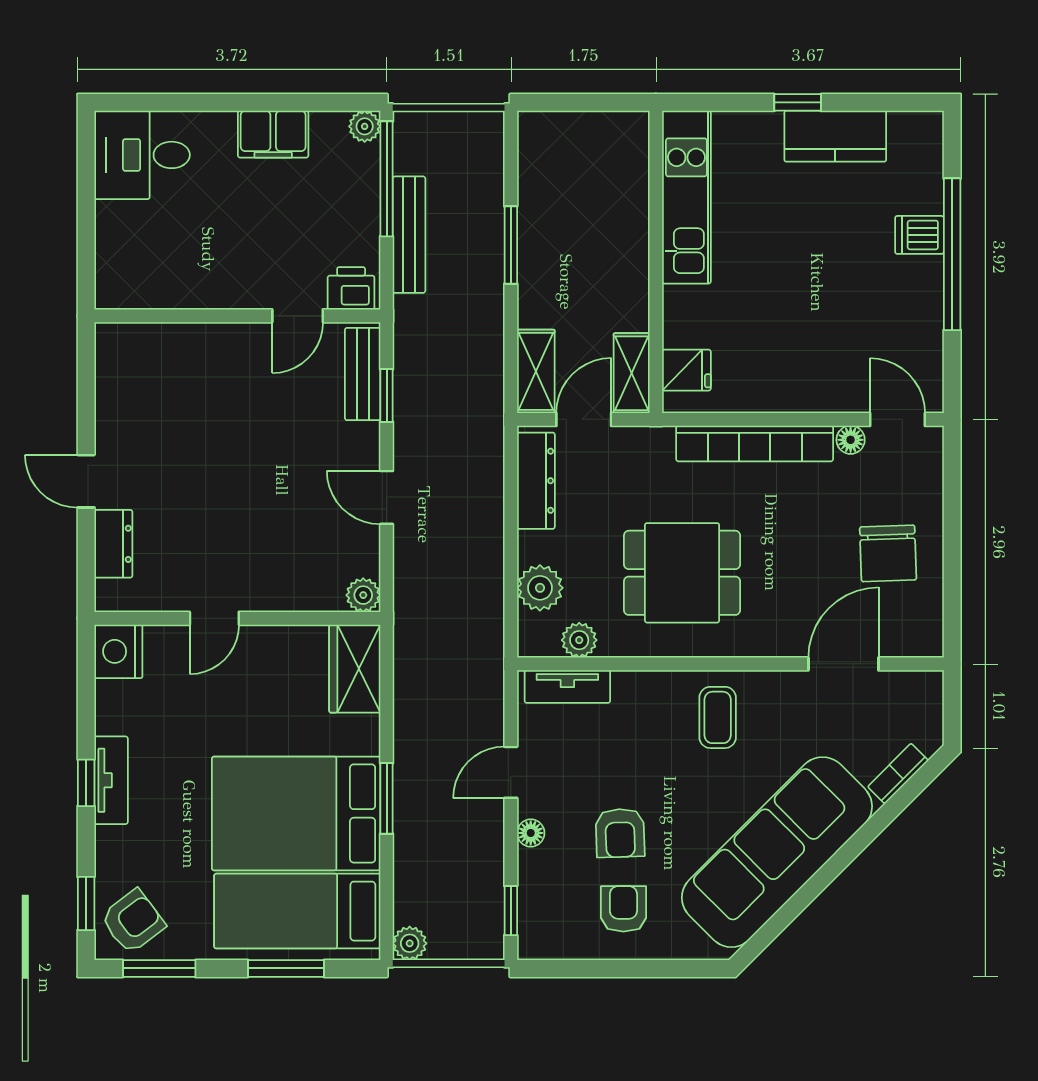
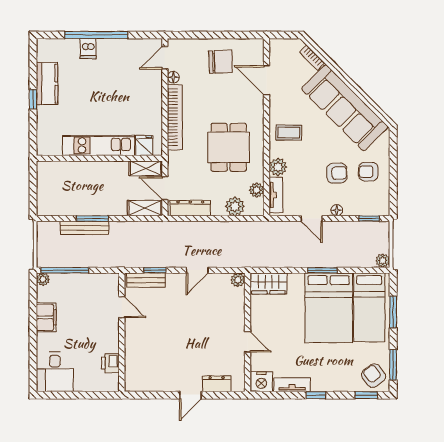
kitchen unit: (686, 197) -> (99, 145), moved
bench: (409, 235) -> (85, 228), moved
printer: (351, 288) -> (110, 363), moved
plant: (635, 692) -> (278, 167), added
tv unit: (111, 780) -> (292, 385), moved

